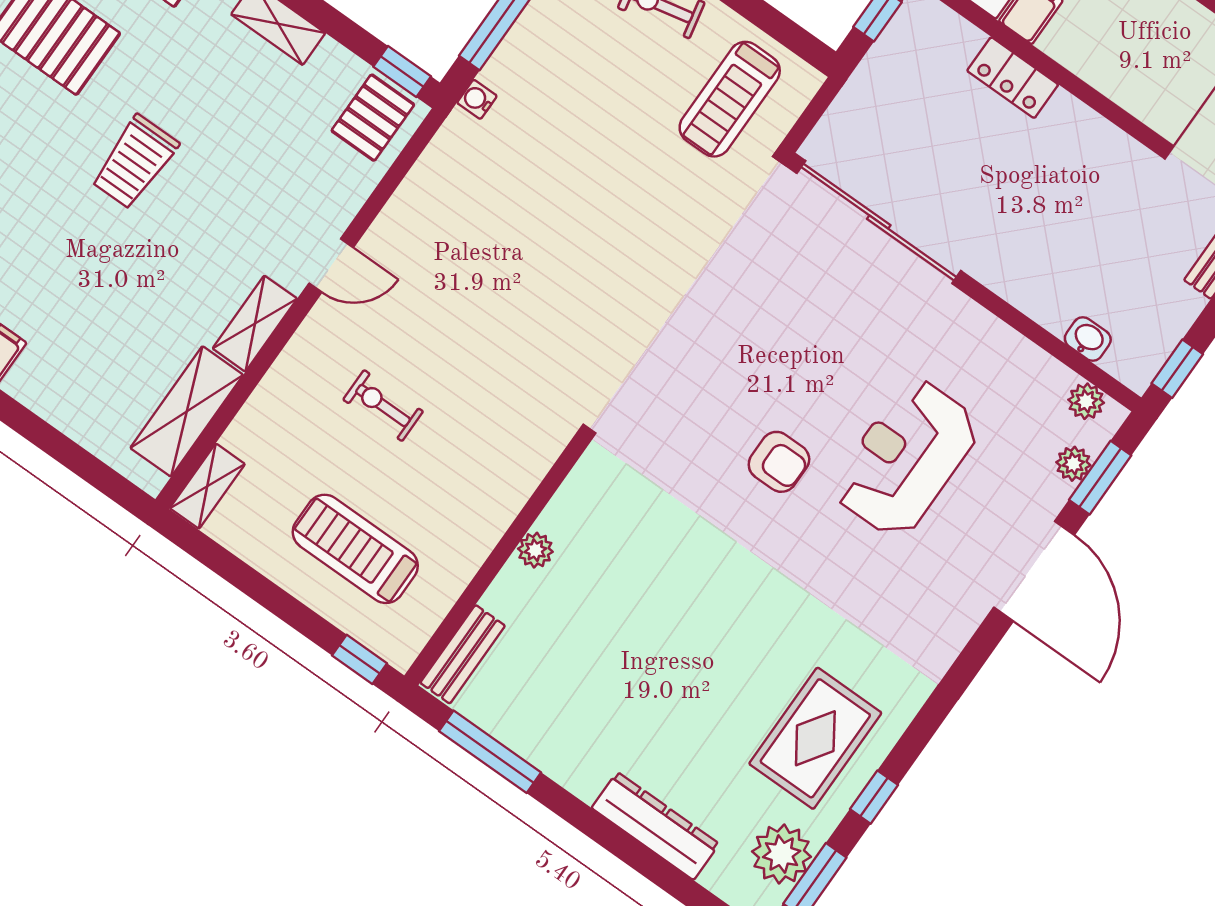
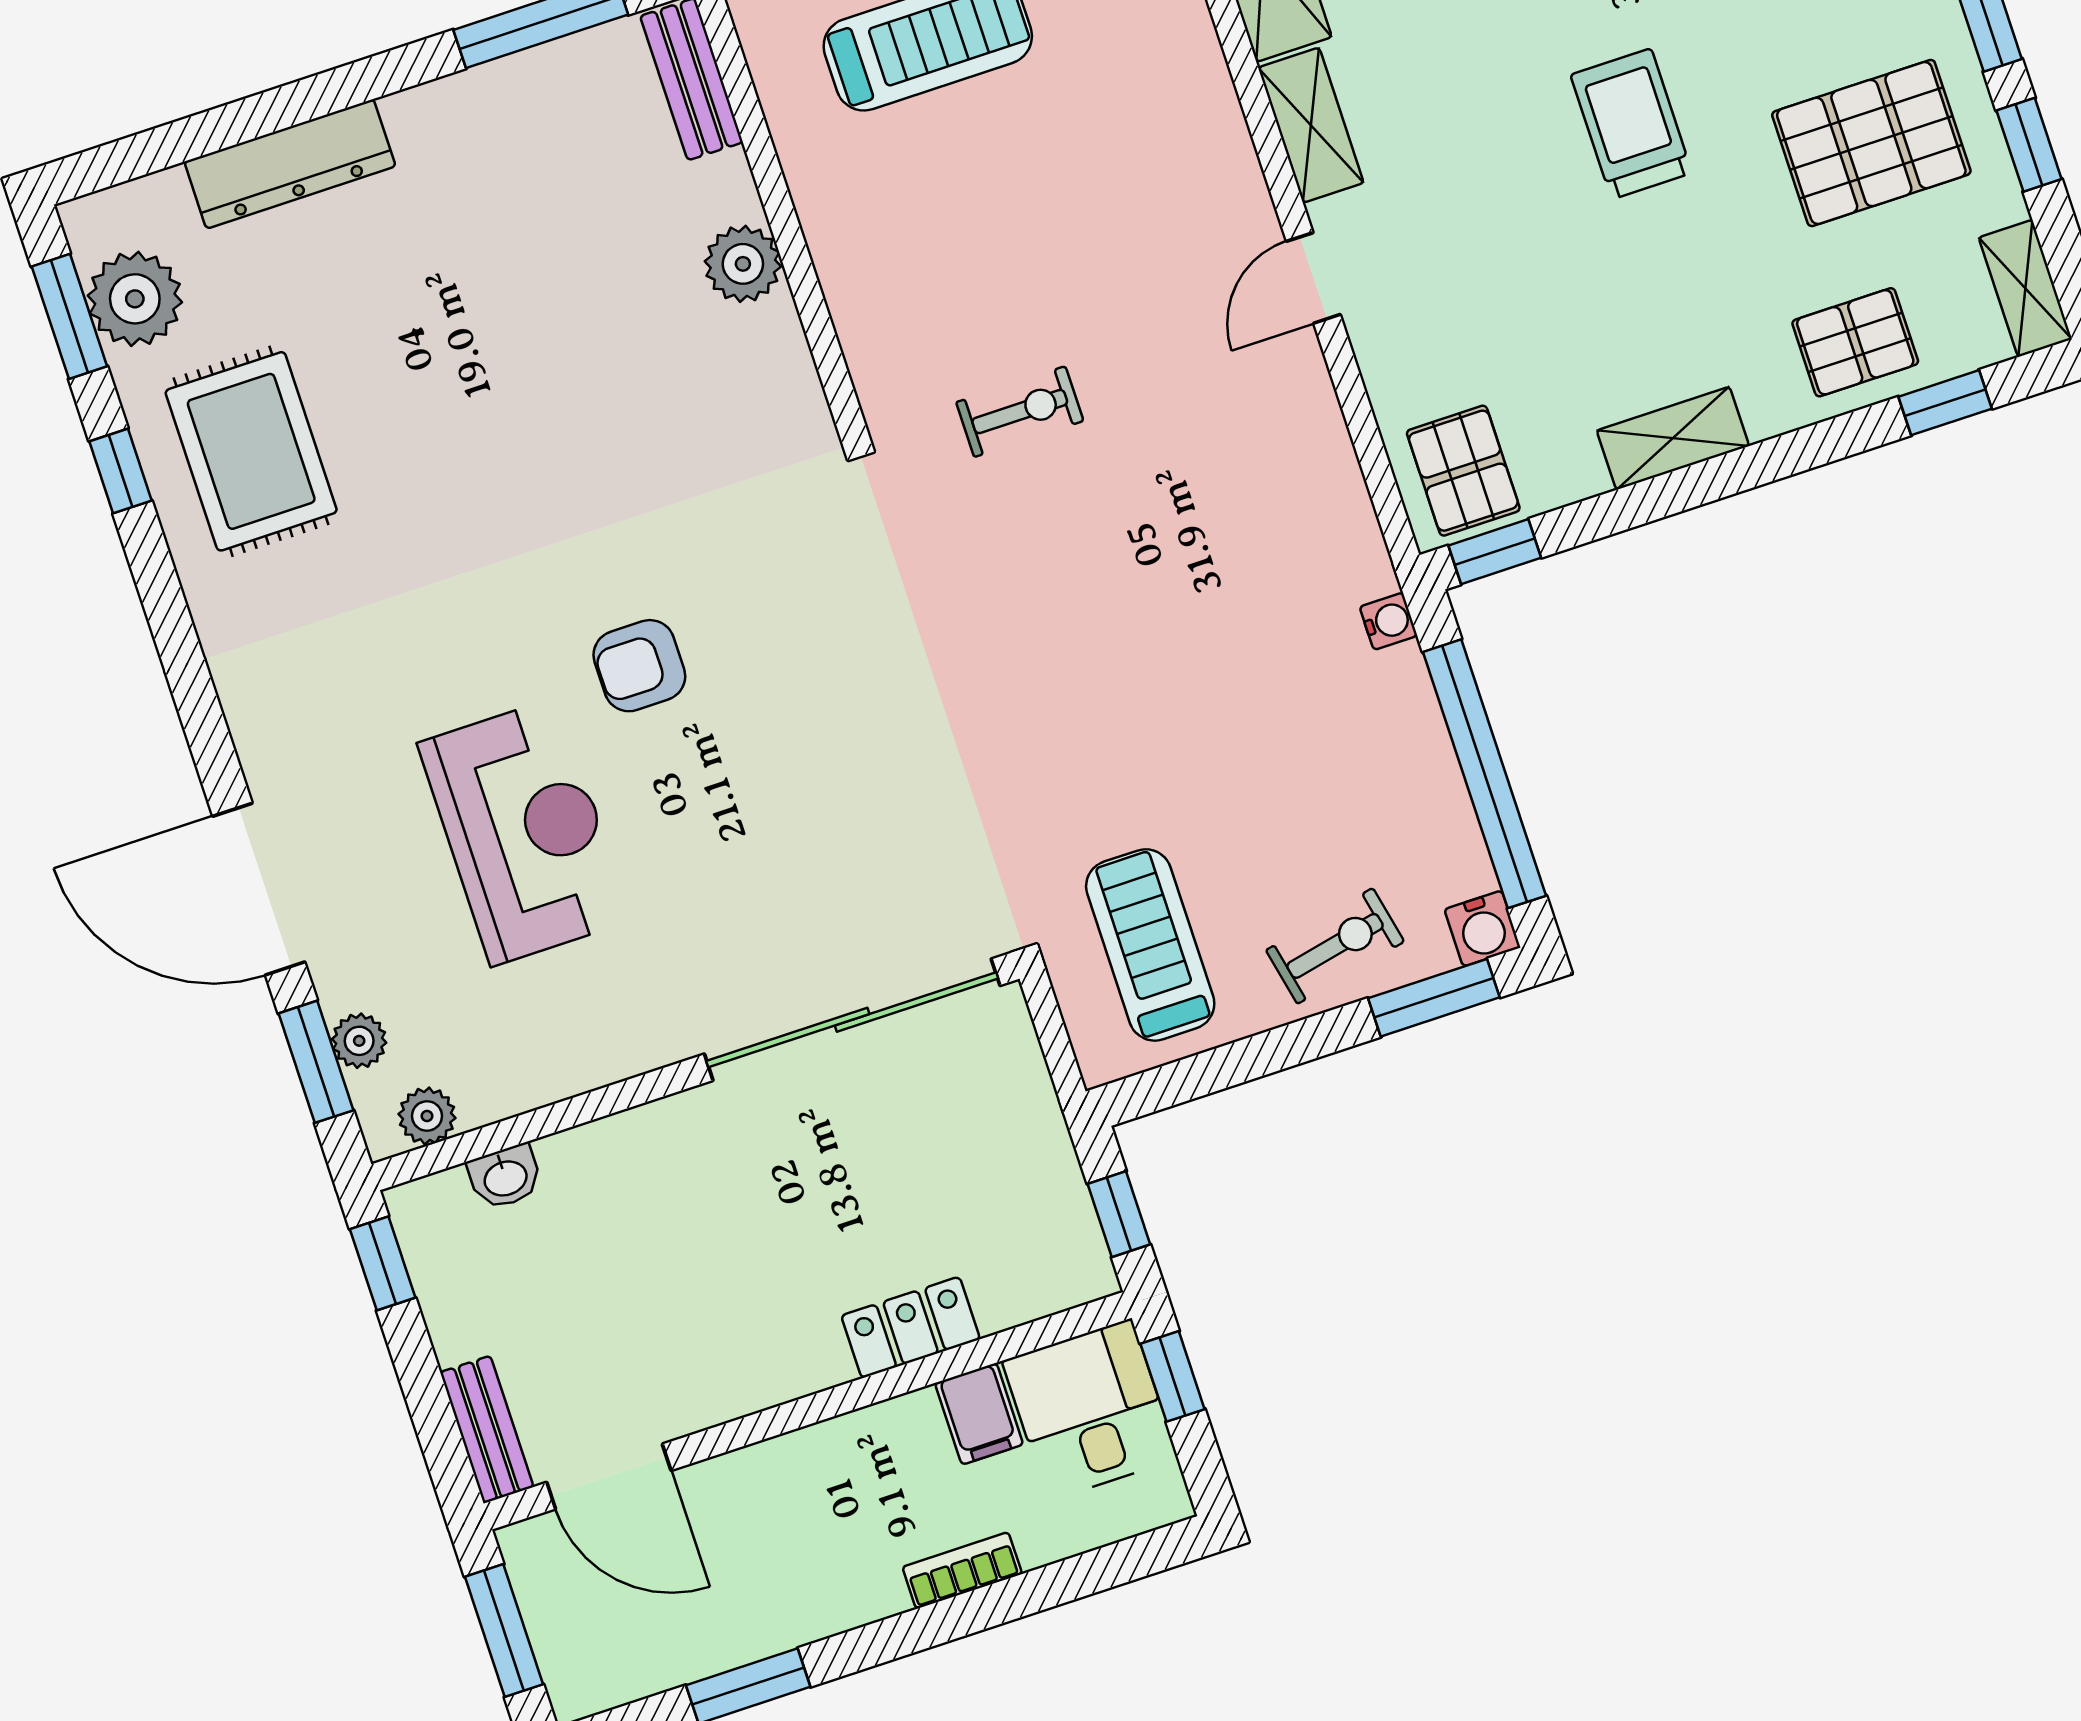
exercise bike: (383, 406) -> (1020, 412), moved
plant: (535, 550) -> (743, 264), width x1.38, depth x1.38

